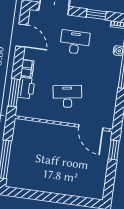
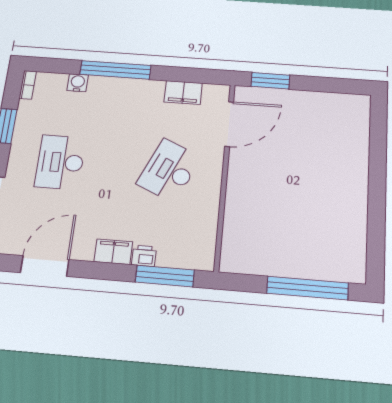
printer: (26, 88) -> (144, 256), width x0.53, depth x0.68
desk: (67, 96) -> (169, 171), turned 33
filing cabinet: (110, 105) -> (183, 92), added

